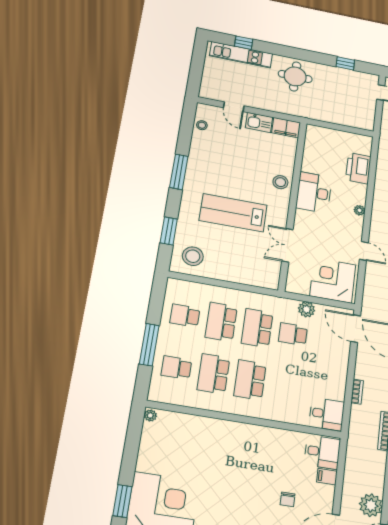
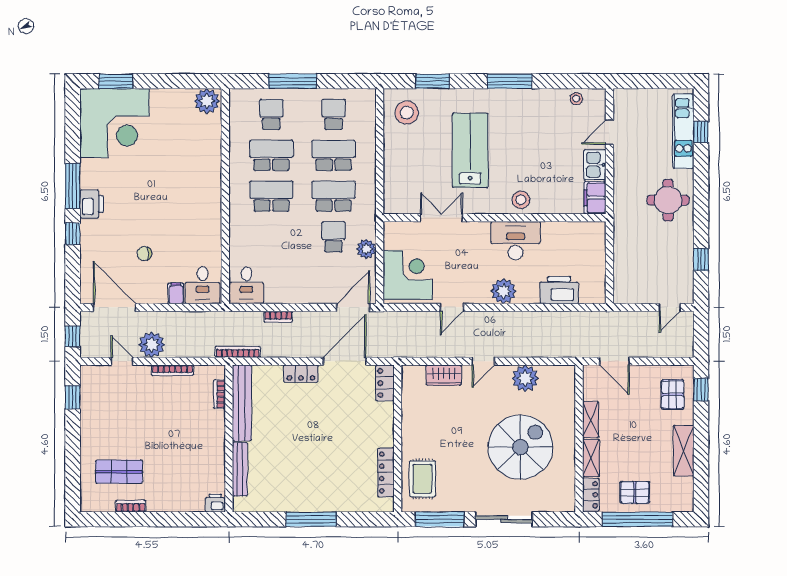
plant: (359, 210) -> (503, 291), width x1.88, depth x1.88
plant: (150, 415) -> (207, 101), width x1.88, depth x1.88

